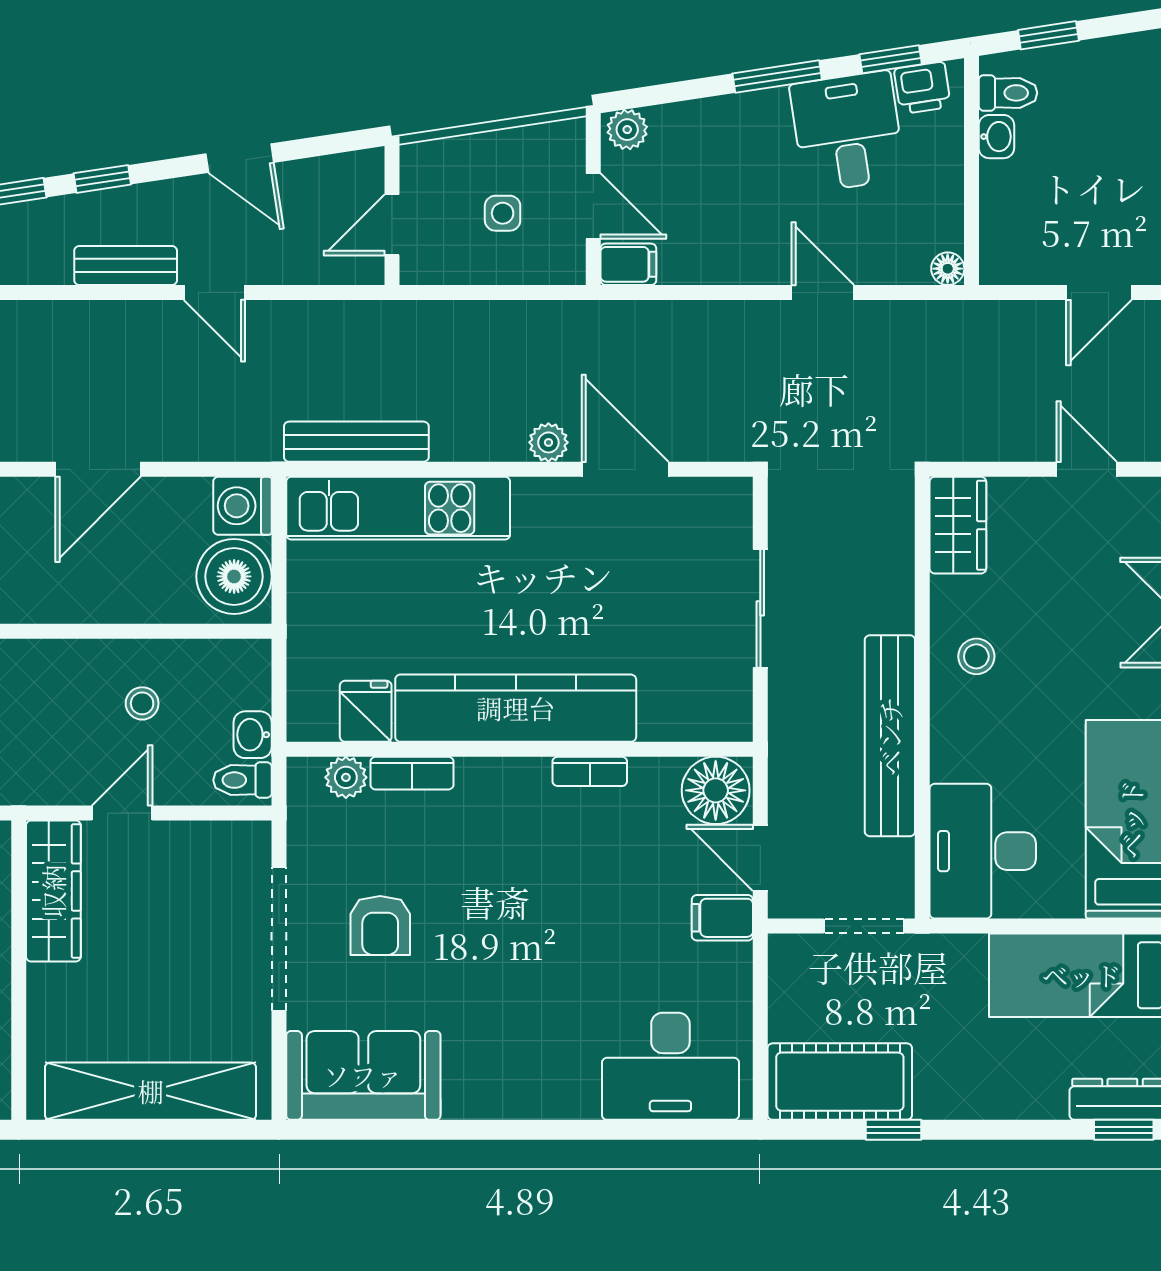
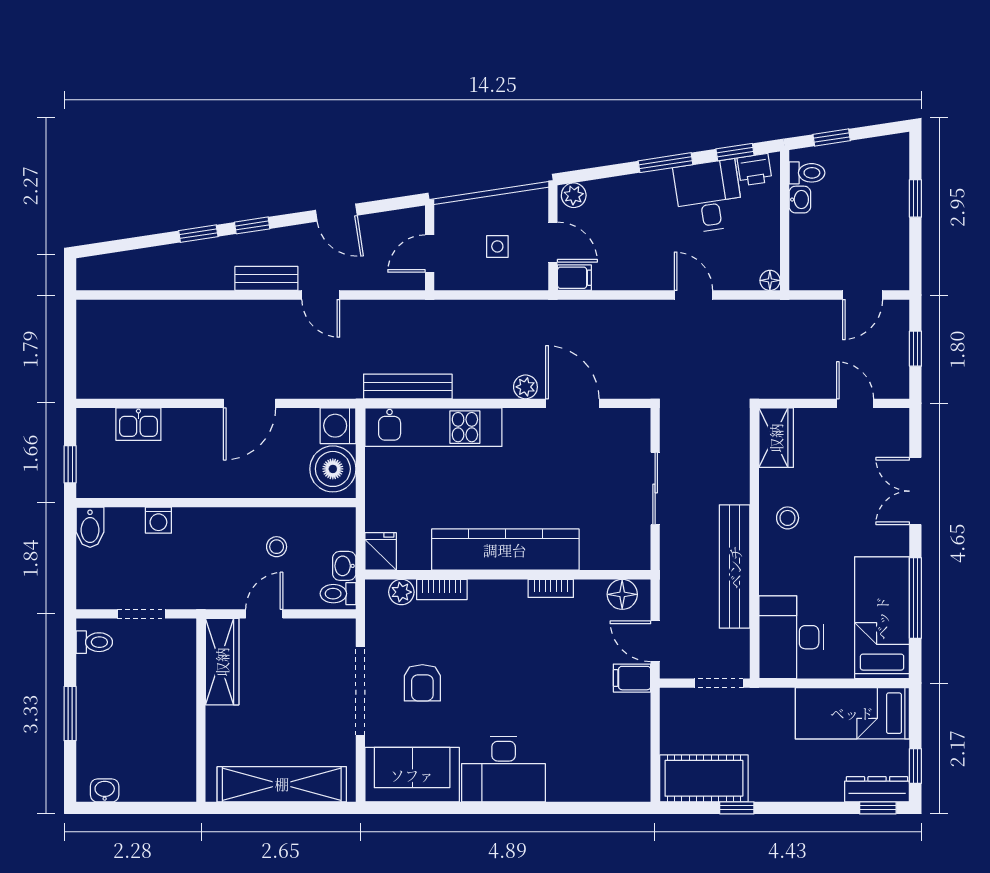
fridge: (366, 711) -> (381, 551), moved
floor lamp: (716, 790) -> (622, 594), width x0.73, depth x0.73
desk: (670, 1066) -> (504, 769), moved

